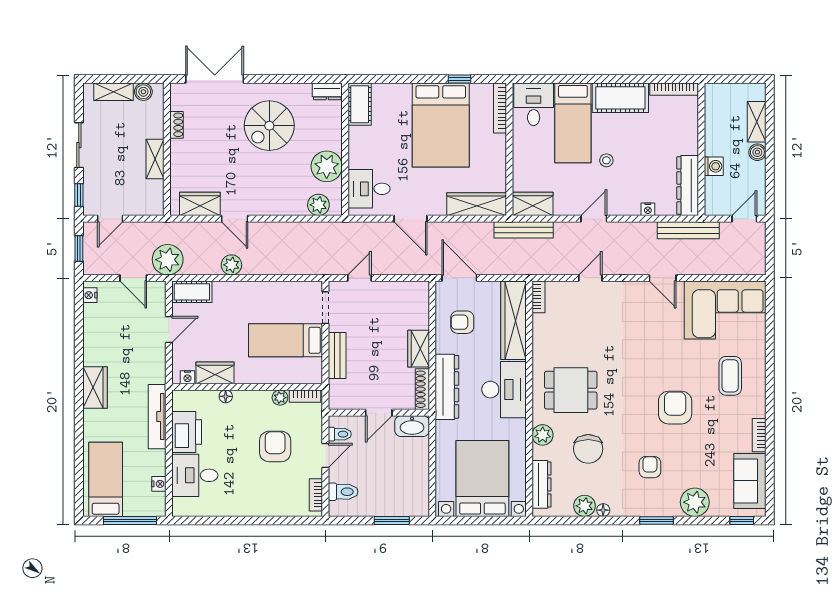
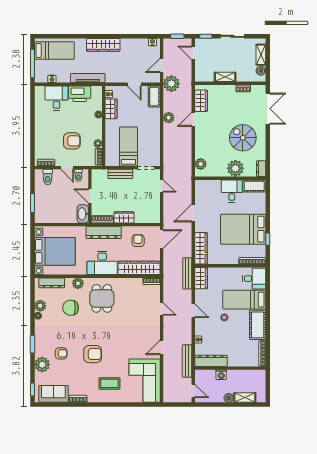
plant: (327, 166) -> (235, 168), moved
desk: (369, 189) -> (232, 191), moved
wardrobe: (95, 388) -> (103, 45), width x1.50
armchair: (650, 467) -> (61, 353), moved

